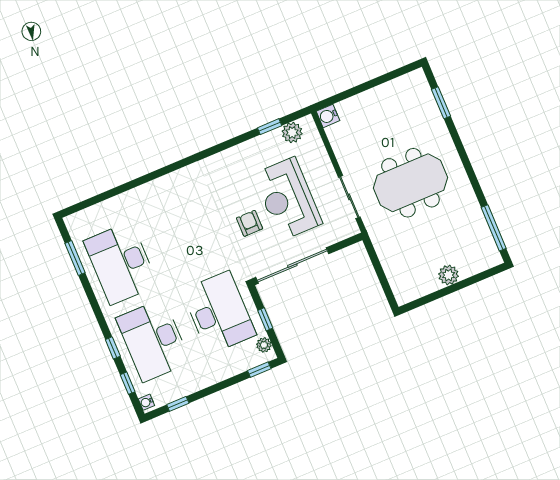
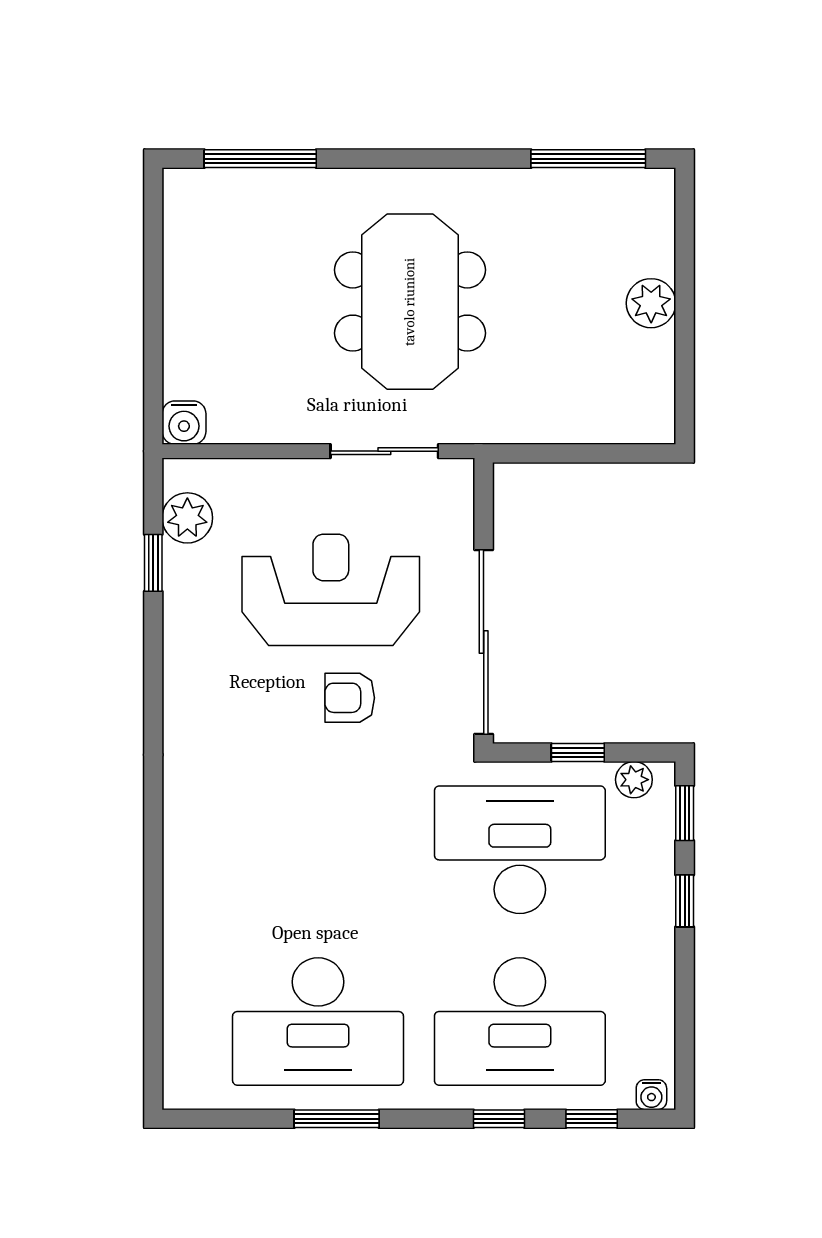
window: (441, 103) -> (260, 159), width x1.44
reception desk: (288, 199) -> (331, 590), turned 180
window: (75, 258) -> (337, 1119), moved
window: (178, 404) -> (685, 901), moved

